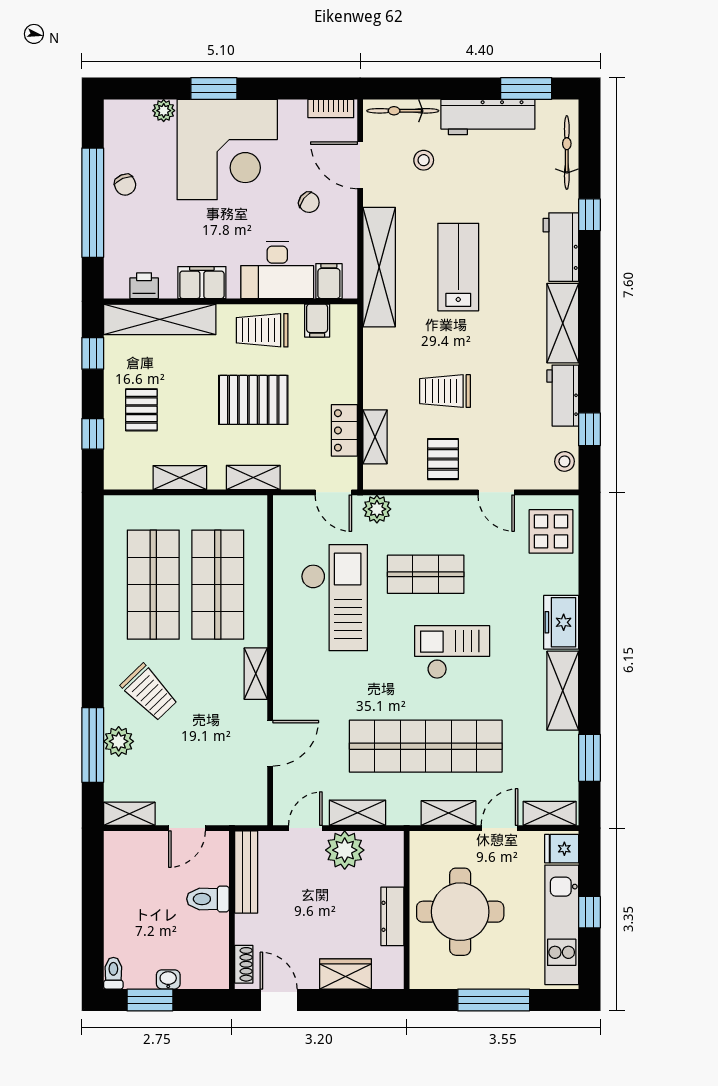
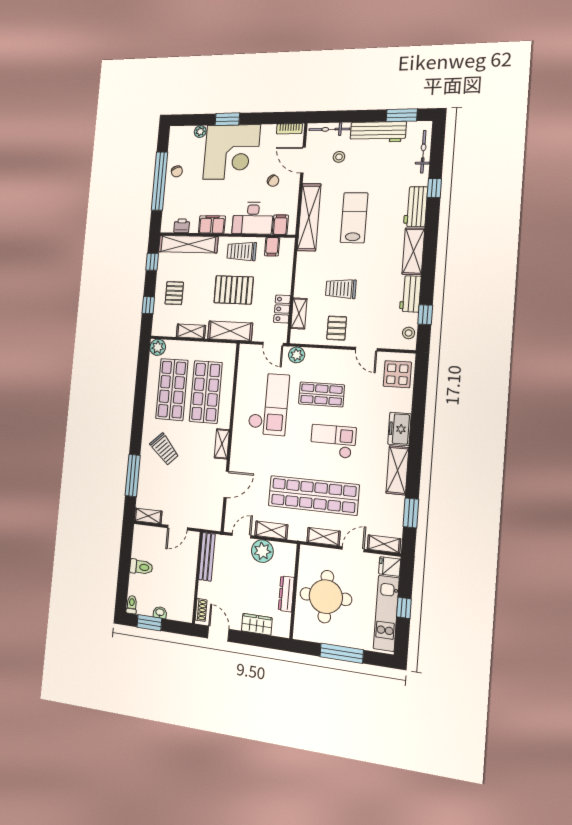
shelving: (253, 478) -> (230, 331), width x1.50, depth x1.33
plant: (119, 741) -> (158, 347), moved
toilet: (208, 899) -> (141, 567), moved, turned 180

